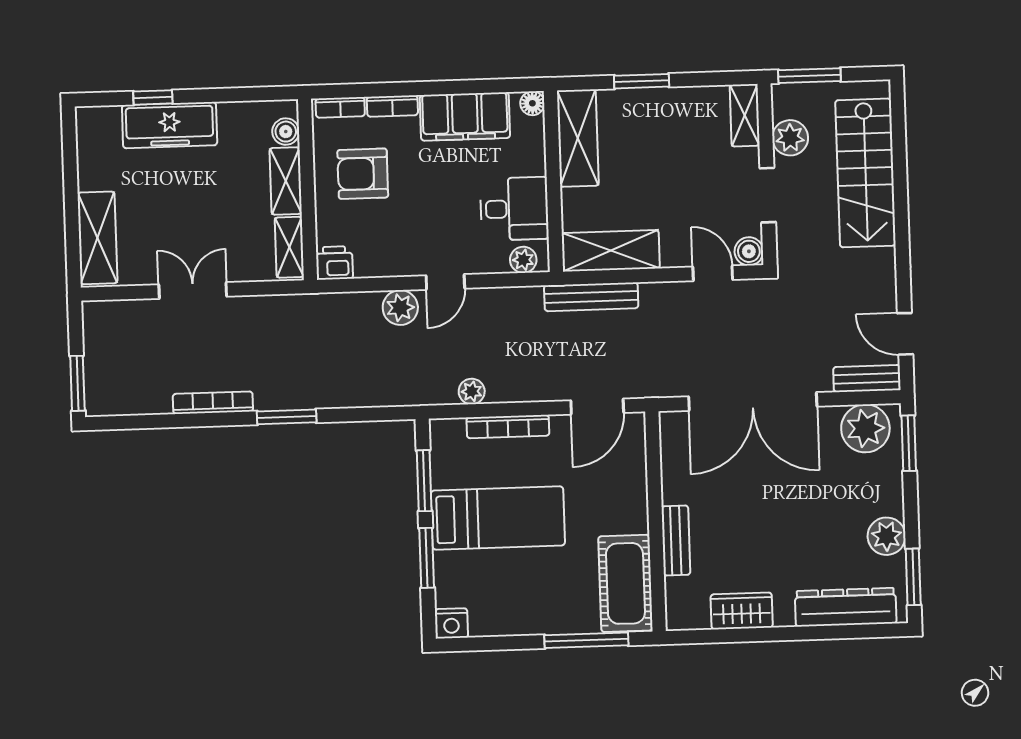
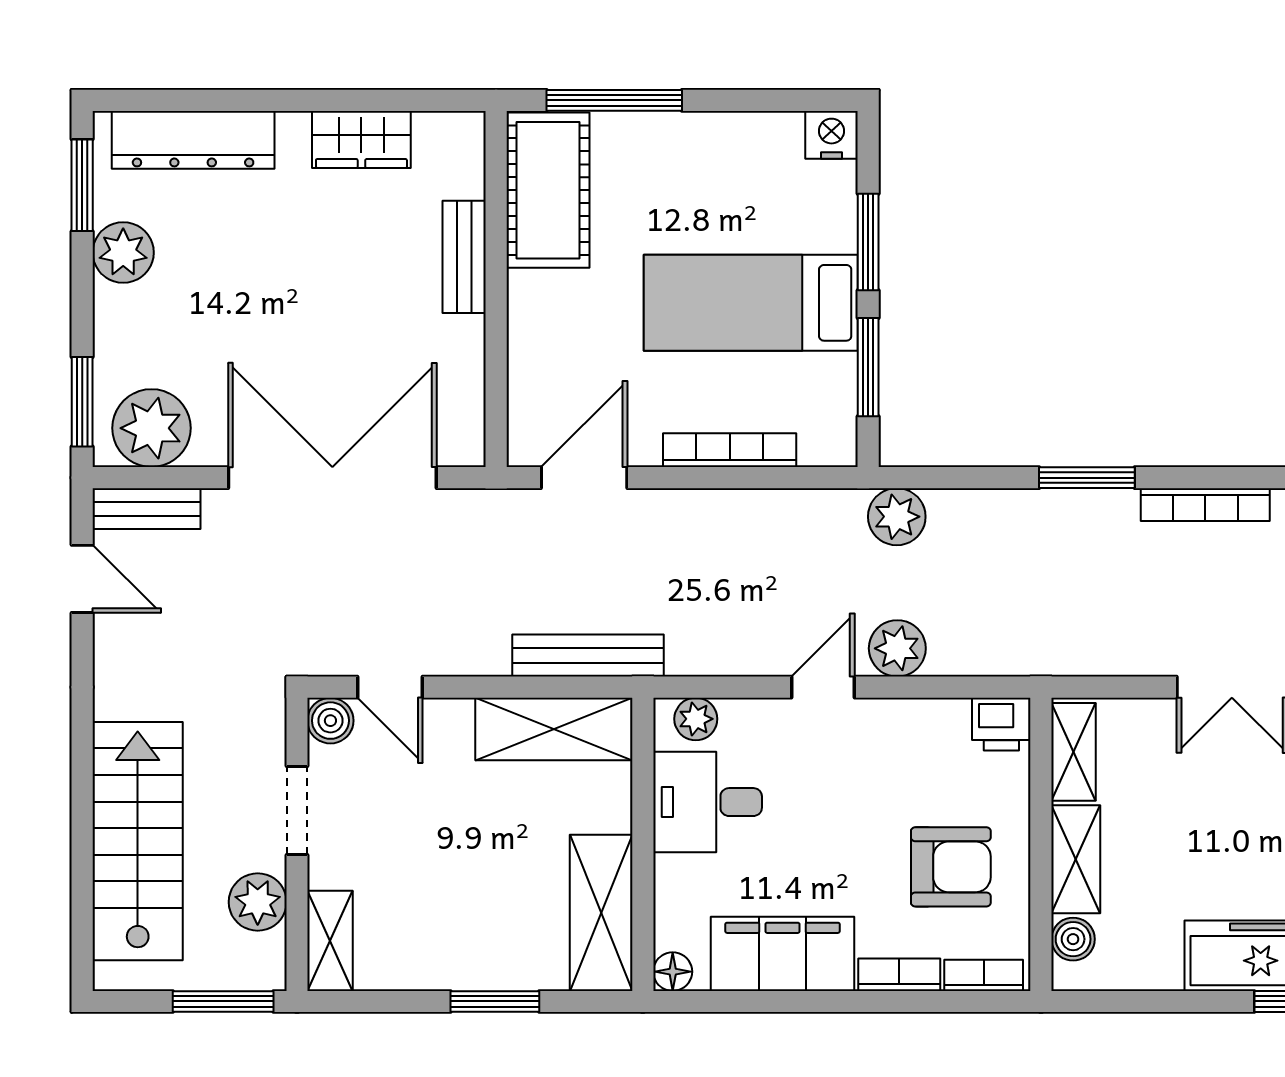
plant: (472, 391) -> (897, 517), moved, width x1.38, depth x1.38

